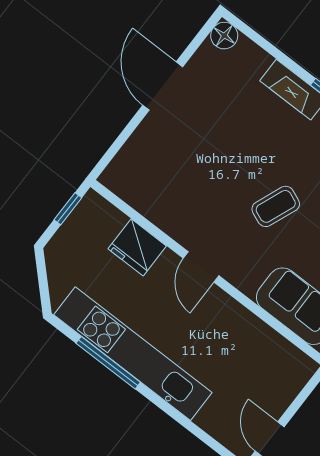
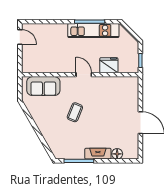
floor lamp: (224, 36) -> (117, 154), moved
kitchen unit: (133, 354) -> (93, 30), width x0.73

